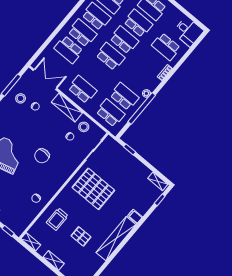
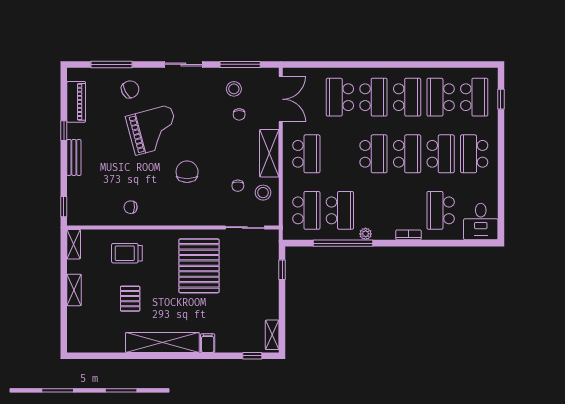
chair: (42, 156) -> (187, 172), turned 90

